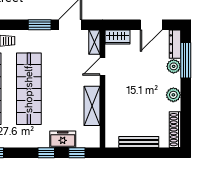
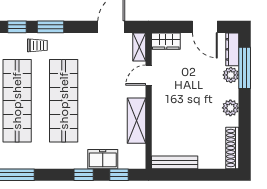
window: (40, 25) -> (51, 27), moved
door: (151, 25) -> (205, 27), hinge flipped
bench: (139, 142) -> (175, 162), moved

